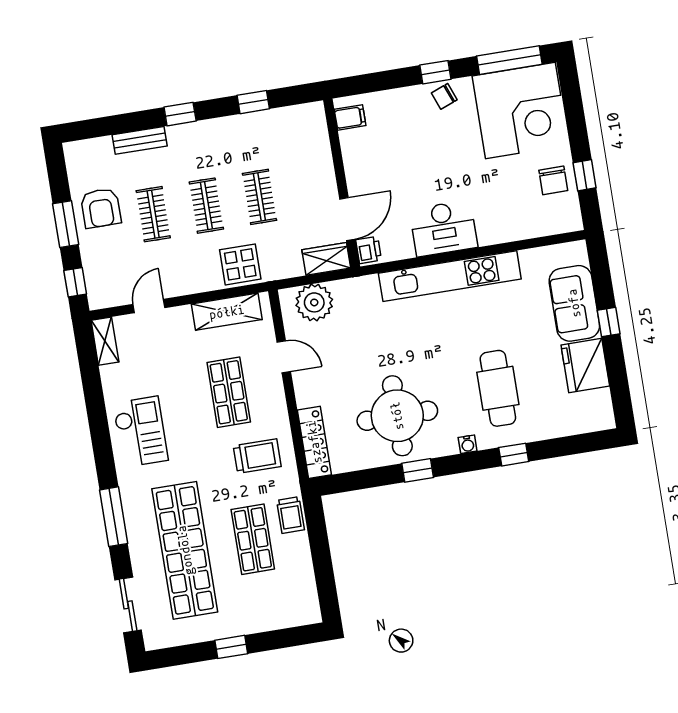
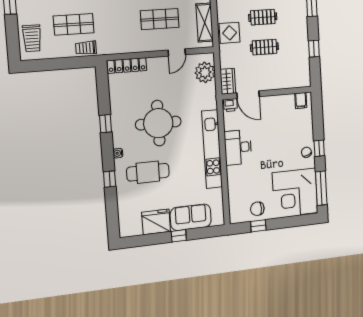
round table: (397, 416) -> (158, 123), moved
trolley: (257, 456) -> (32, 38), moved

